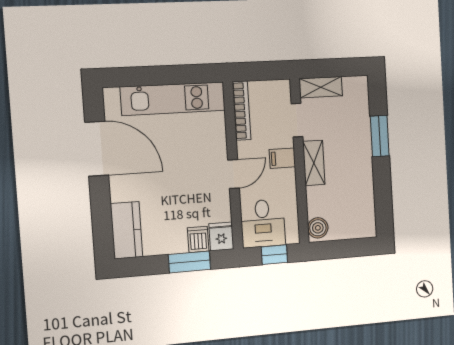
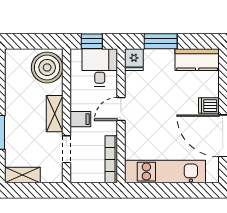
shelving: (321, 87) -> (22, 175), moved
boiler: (318, 228) -> (47, 67), width x1.86, depth x1.86
kitchen counter: (127, 230) -> (197, 60), moved, turned -90
dishwasher: (198, 239) -> (209, 106), moved, turned 90

